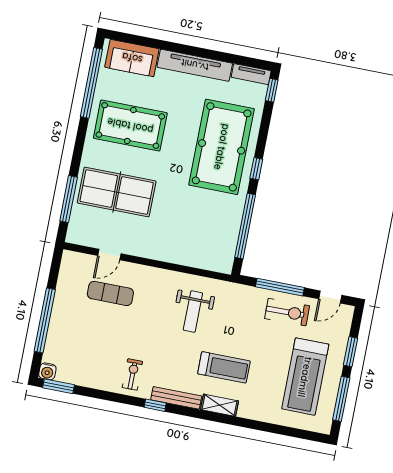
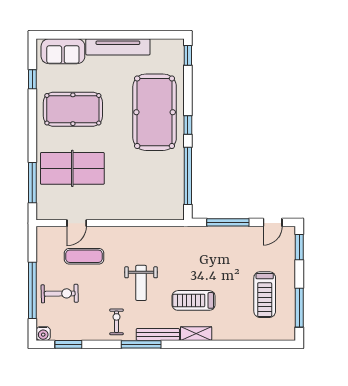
tv unit: (251, 74) -> (168, 45), removed
window: (91, 83) -> (32, 79), width x0.32
weight bench: (193, 312) -> (141, 283), moved
exercise bike: (287, 312) -> (60, 294), moved
window: (351, 352) -> (299, 247), moved
treadmill: (224, 367) -> (194, 300), turned 180
treadmill: (305, 377) -> (265, 295), width x0.73, depth x0.73
window: (58, 386) -> (68, 344), moved
window: (155, 405) -> (141, 344), width x2.17

